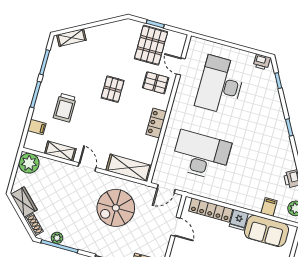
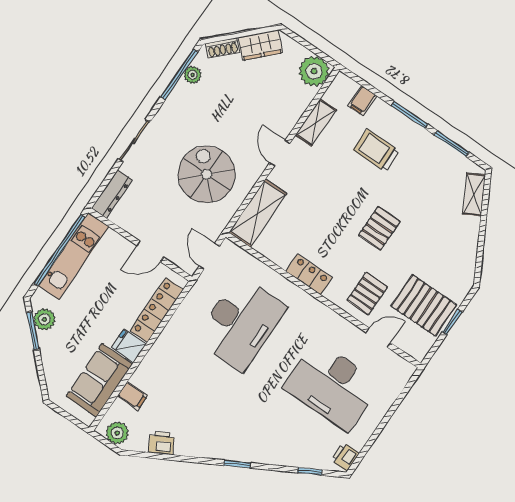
desk: (220, 85) -> (332, 386), turned 180
pallet: (113, 89) -> (379, 228), turned 90
door: (87, 167) -> (280, 153), swing flipped

